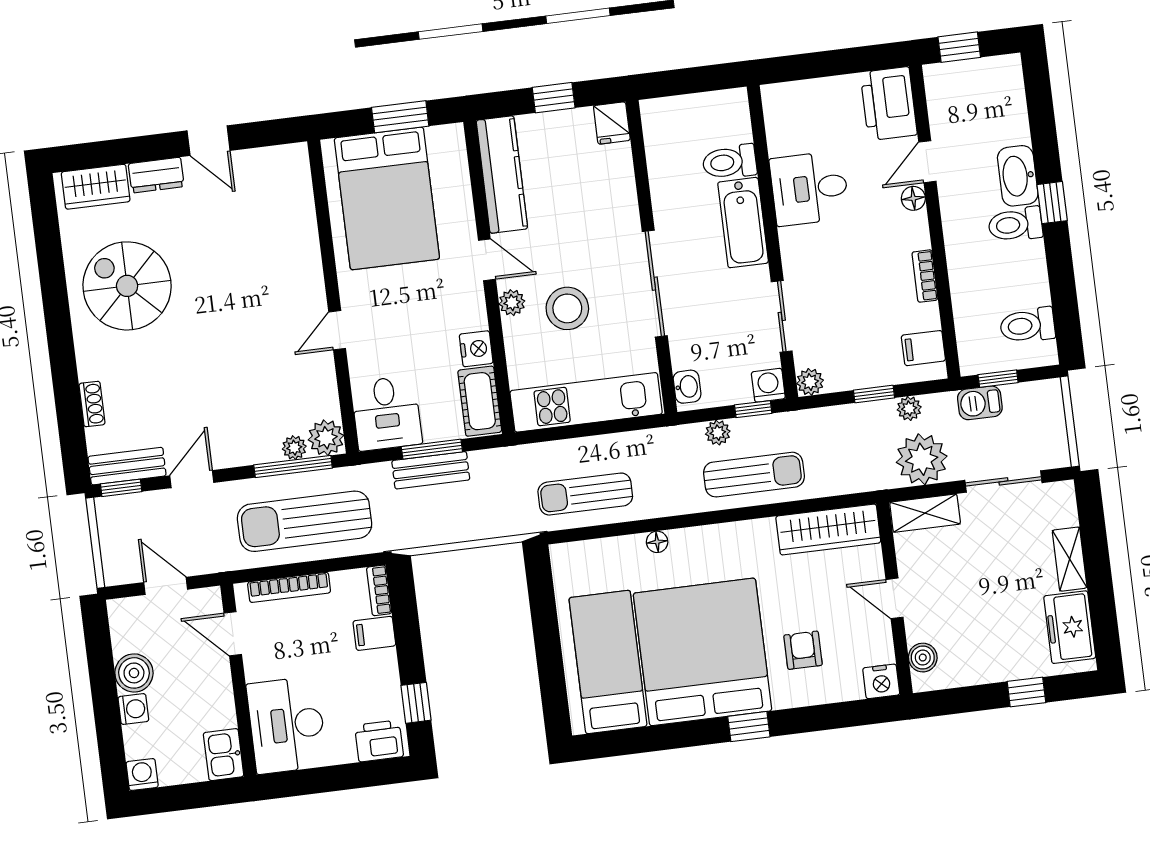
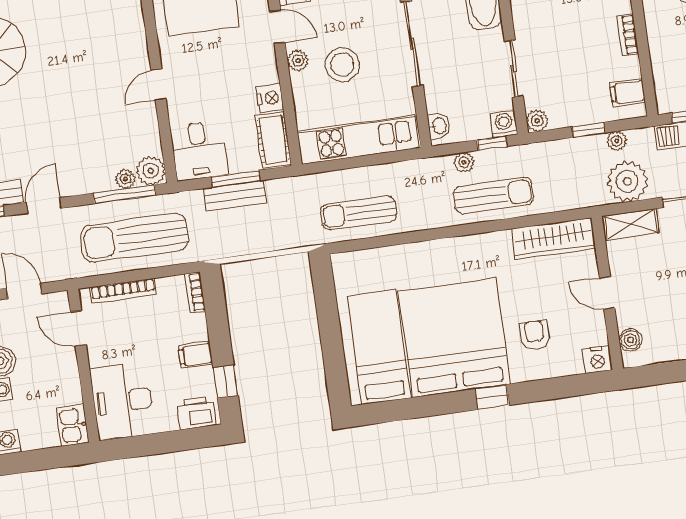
floor lamp: (657, 542) -> (417, 250), removed
filing cabinet: (374, 633) -> (195, 355), moved

